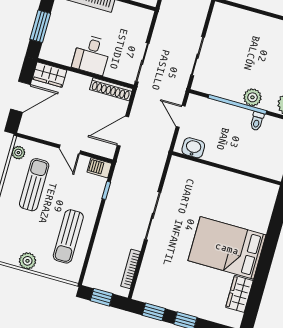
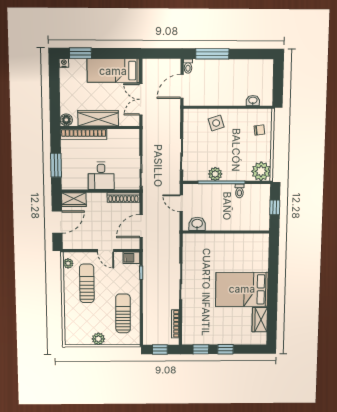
side table: (250, 30) -> (216, 123), added
plant: (252, 97) -> (215, 174), moved
sun lounger: (68, 236) -> (123, 313), turned 180

